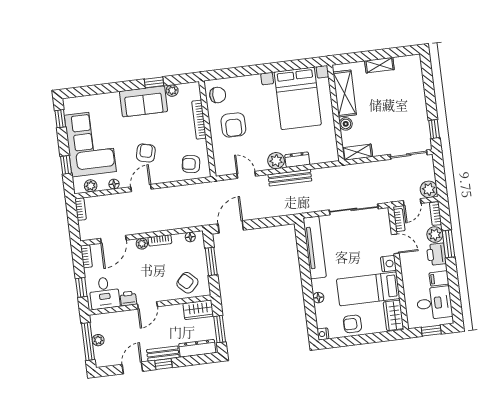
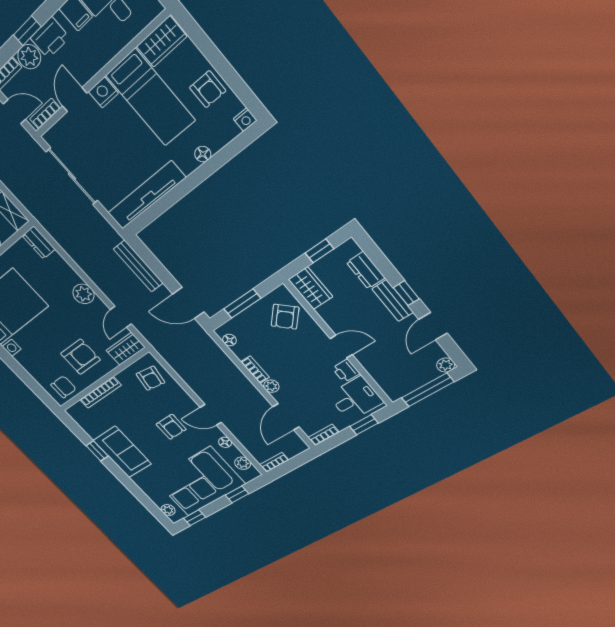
plant: (172, 91) -> (168, 510), moved
chair: (218, 95) -> (64, 387), turned 90
armchair: (146, 153) -> (171, 427), turned -104
dresser: (297, 160) -> (39, 242), moved
wardrobe: (222, 162) -> (126, 349), added
bench: (290, 178) -> (138, 266), moved
door: (113, 239) -> (286, 417), swing flipped
window: (448, 244) -> (27, 31), width x0.67
window: (220, 329) -> (319, 251), width x0.67
plant: (98, 340) -> (446, 365), moved
dresser: (197, 348) -> (366, 270), width x0.70
door: (132, 368) -> (433, 326), hinge flipped

